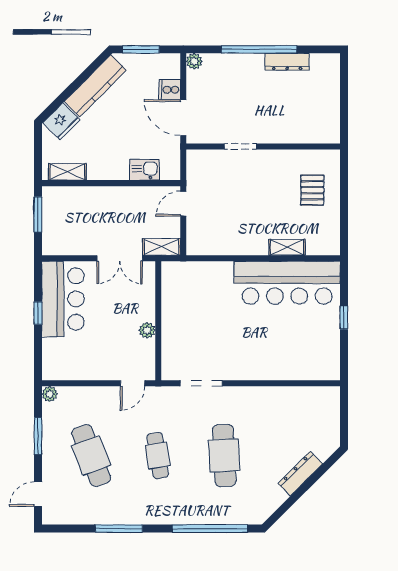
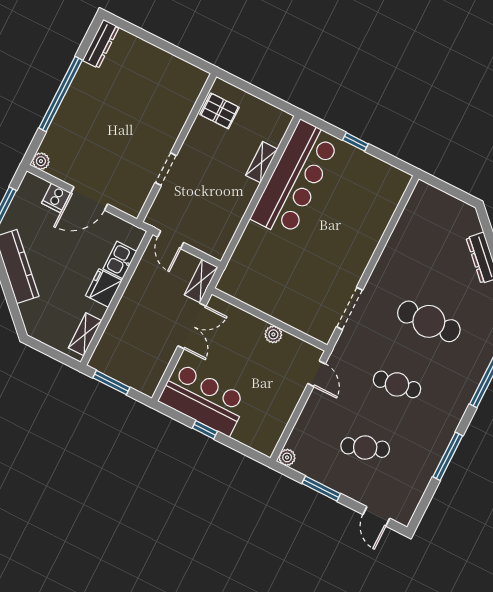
dresser: (287, 62) -> (101, 44), moved
fridge: (62, 121) -> (104, 288), moved, turned -135
doorway: (241, 147) -> (166, 169), moved
wall: (263, 147) -> (177, 148), moved
cafe table: (91, 455) -> (365, 448), width x0.73, depth x0.74

